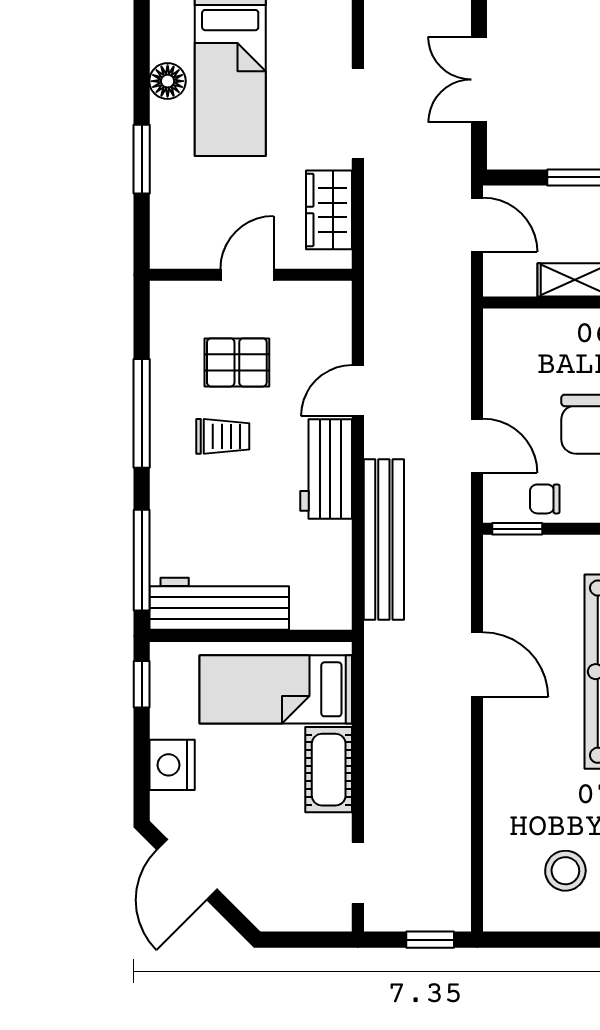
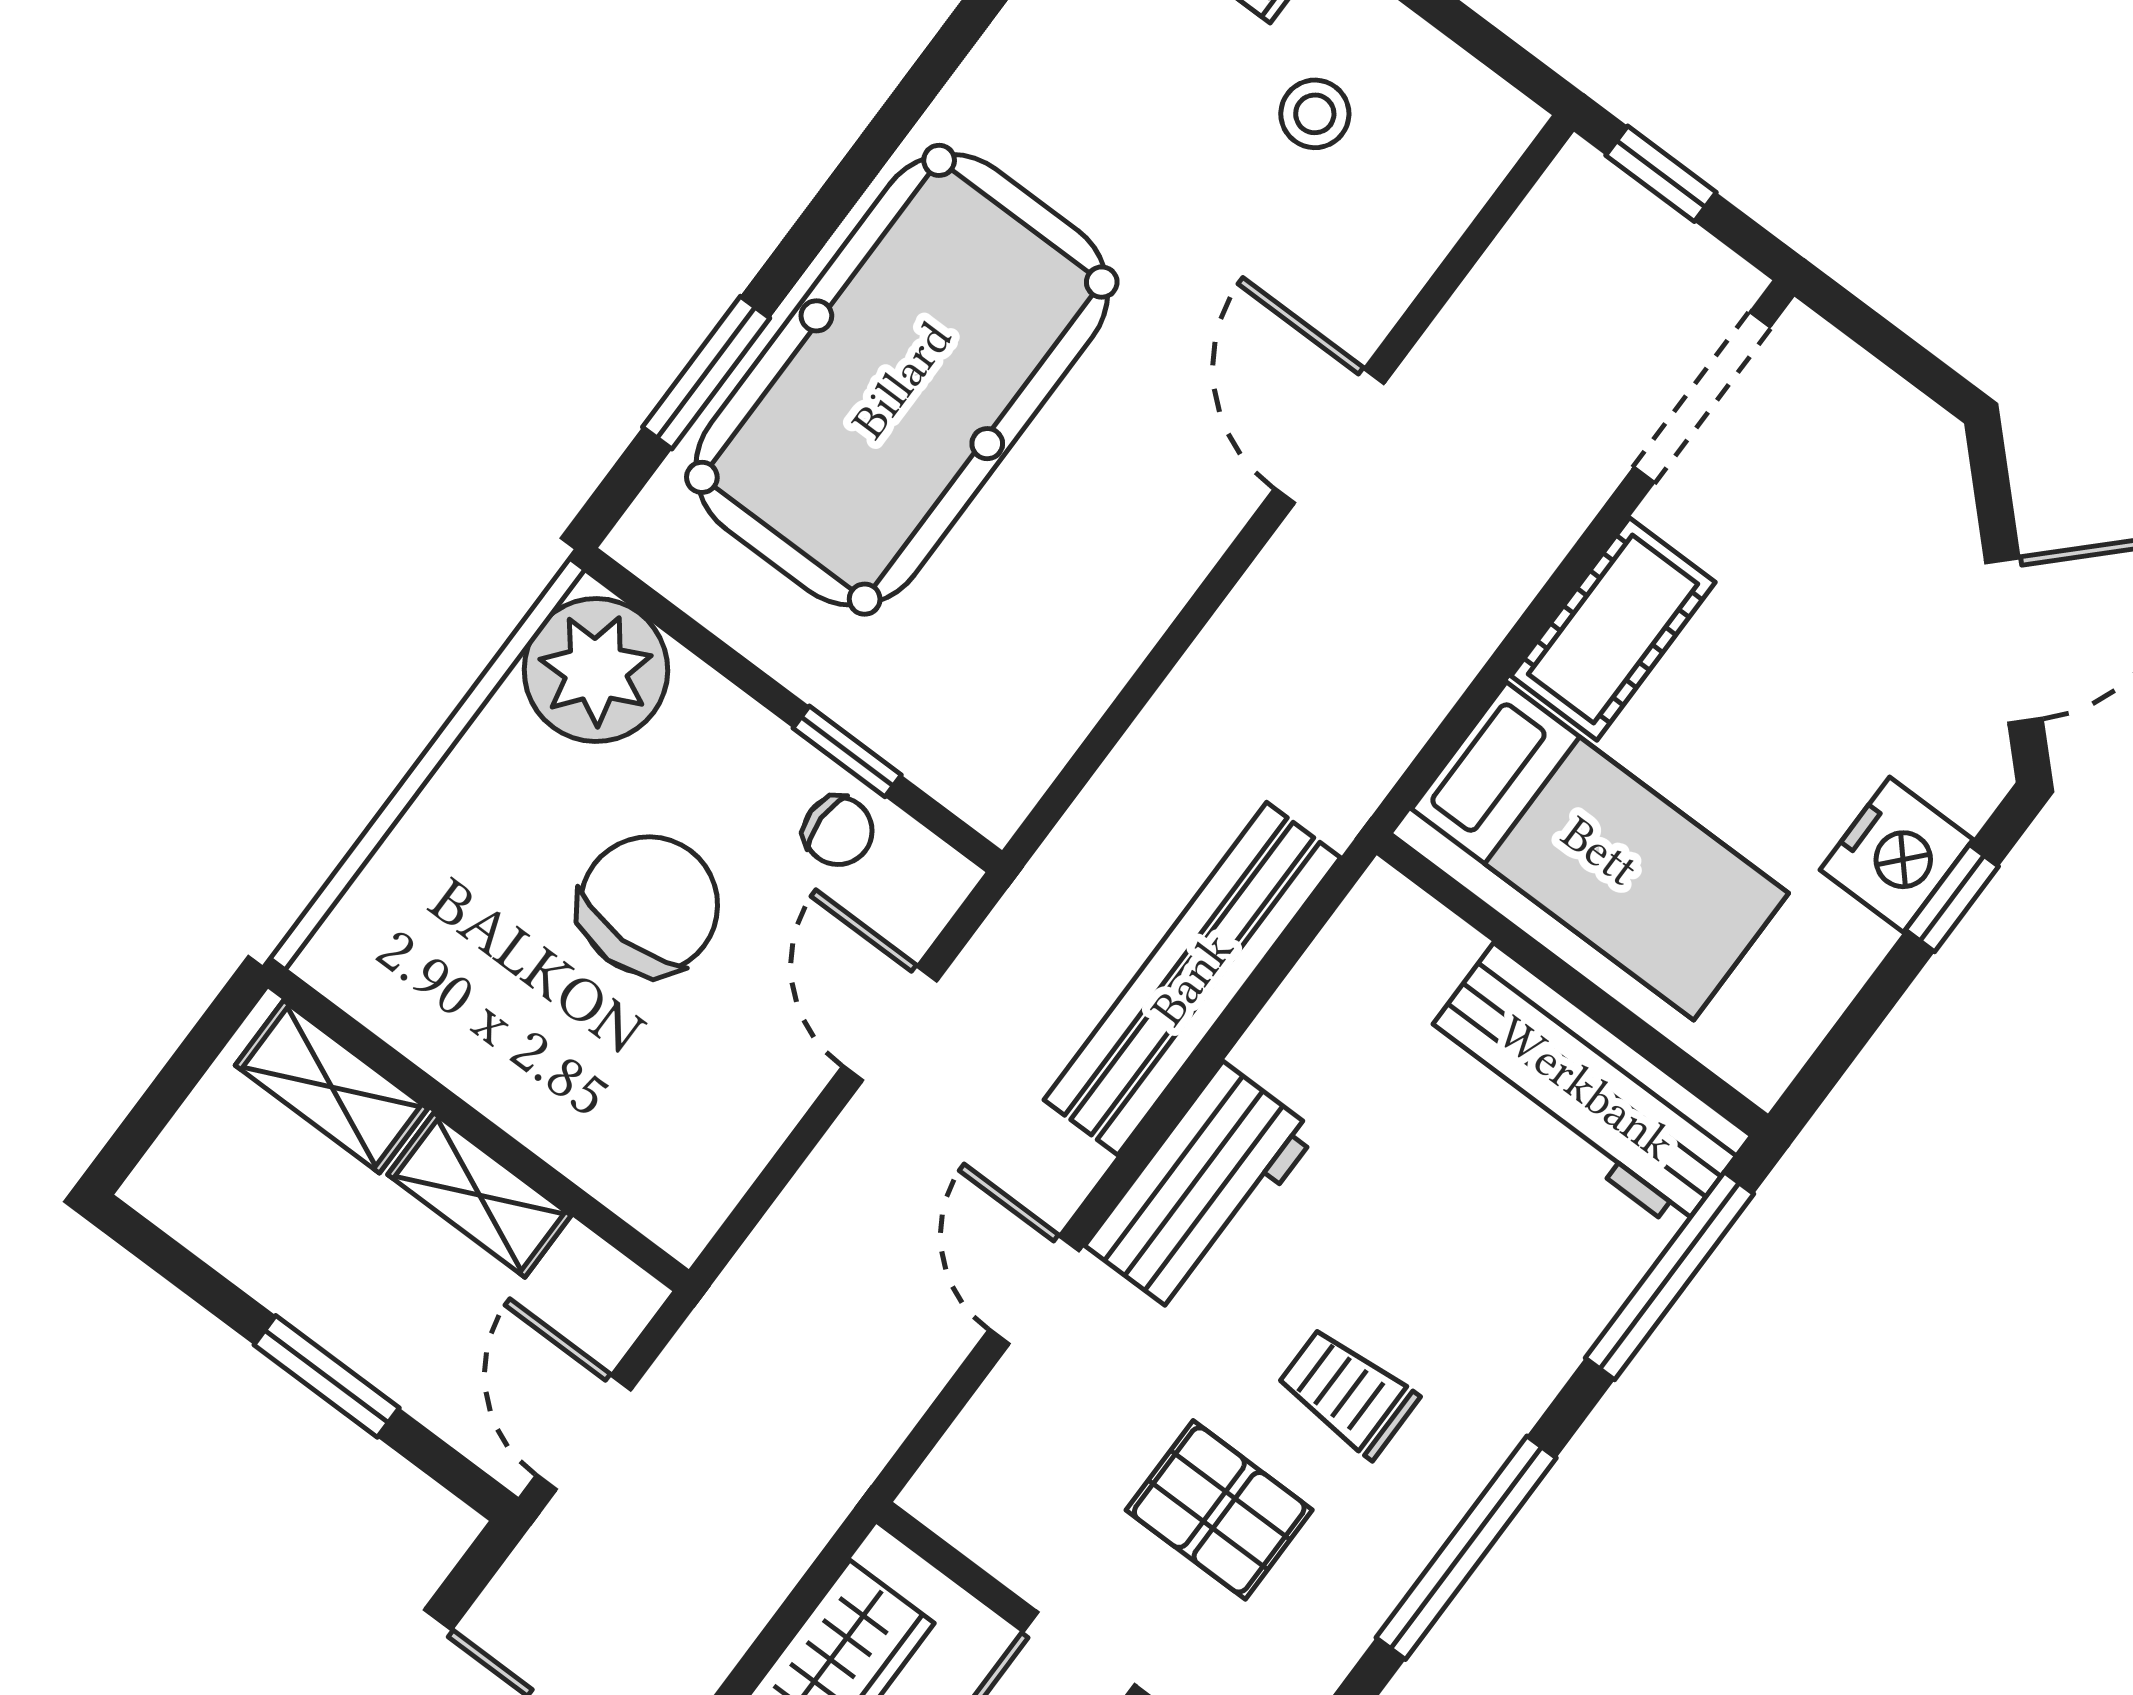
door: (358, 391) -> (1034, 1290), swing flipped
window: (517, 529) -> (847, 751), moved
door: (477, 665) -> (1329, 436), moved
window: (142, 684) -> (1952, 898), moved
stool: (565, 871) -> (1315, 114), width x0.73, depth x0.73
doorway: (358, 873) -> (1702, 397), width x1.38

